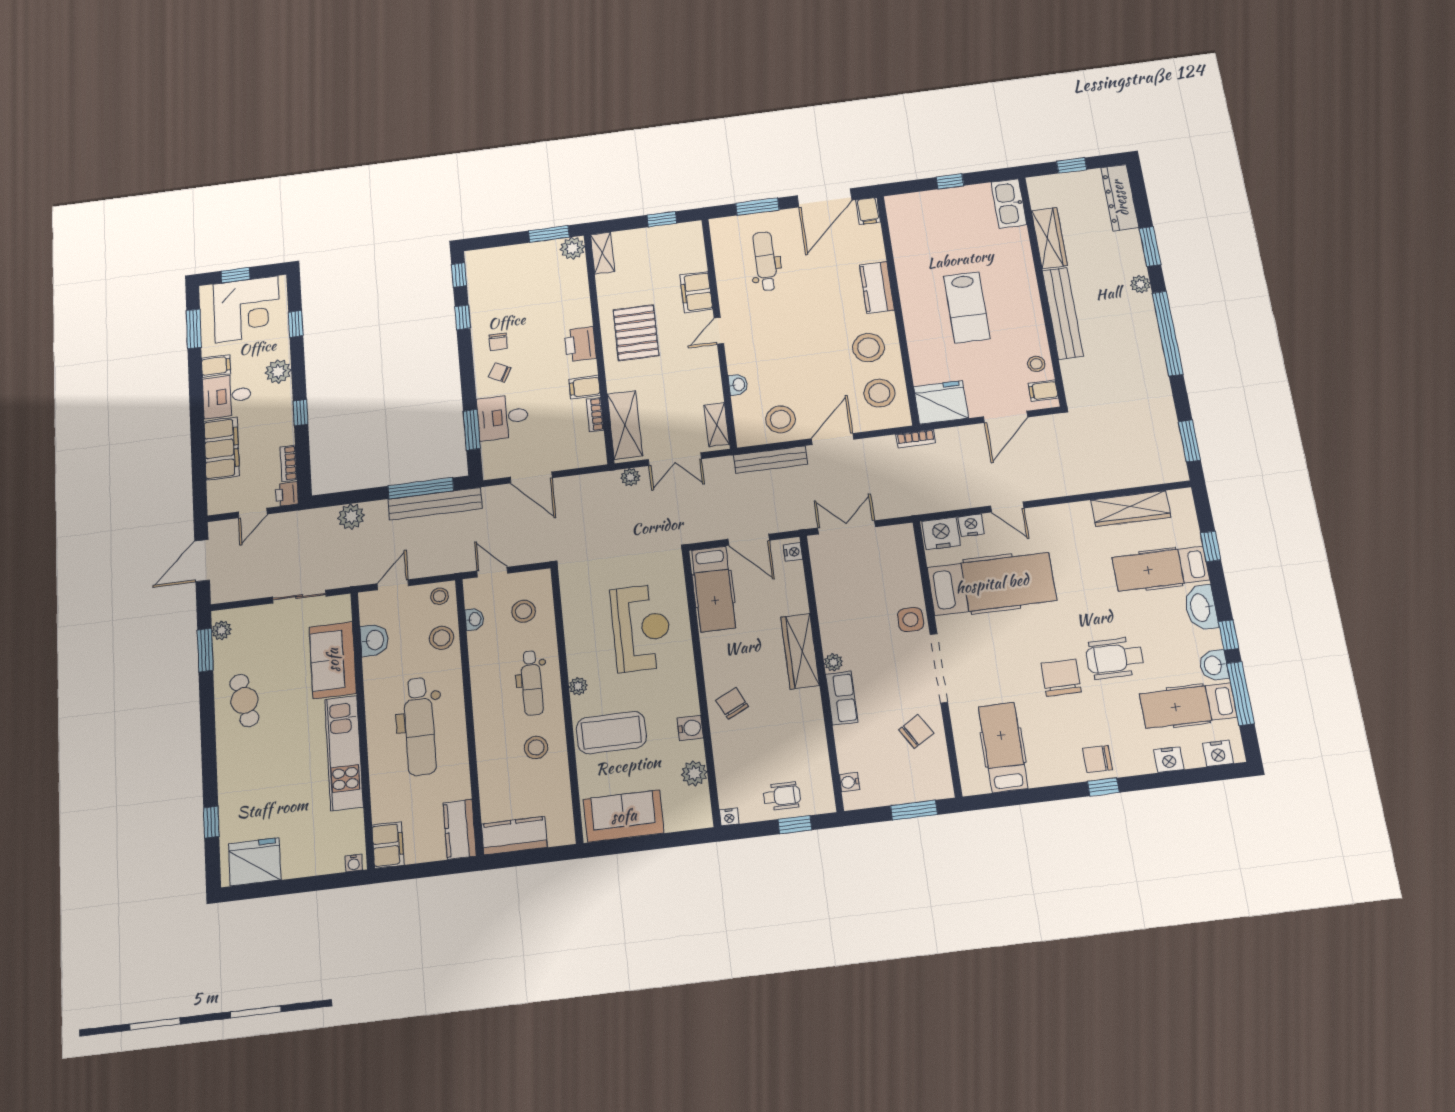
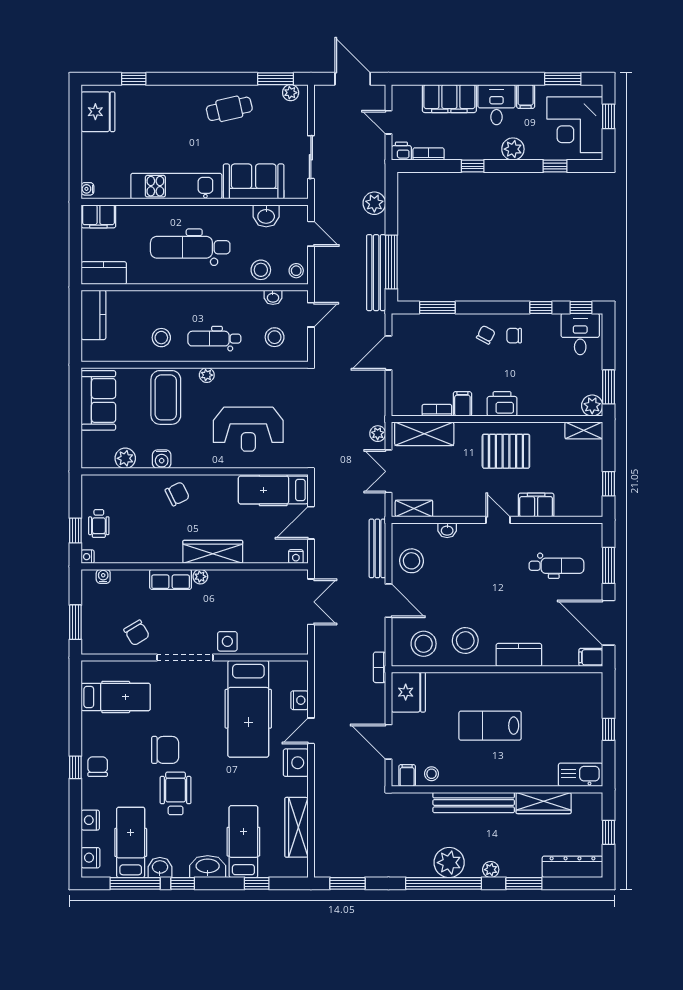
plant: (1141, 331) -> (449, 863), added
desk: (503, 417) -> (580, 334), moved
nightstand: (941, 533) -> (296, 763), moved
nightstand: (729, 817) -> (88, 557), moved

